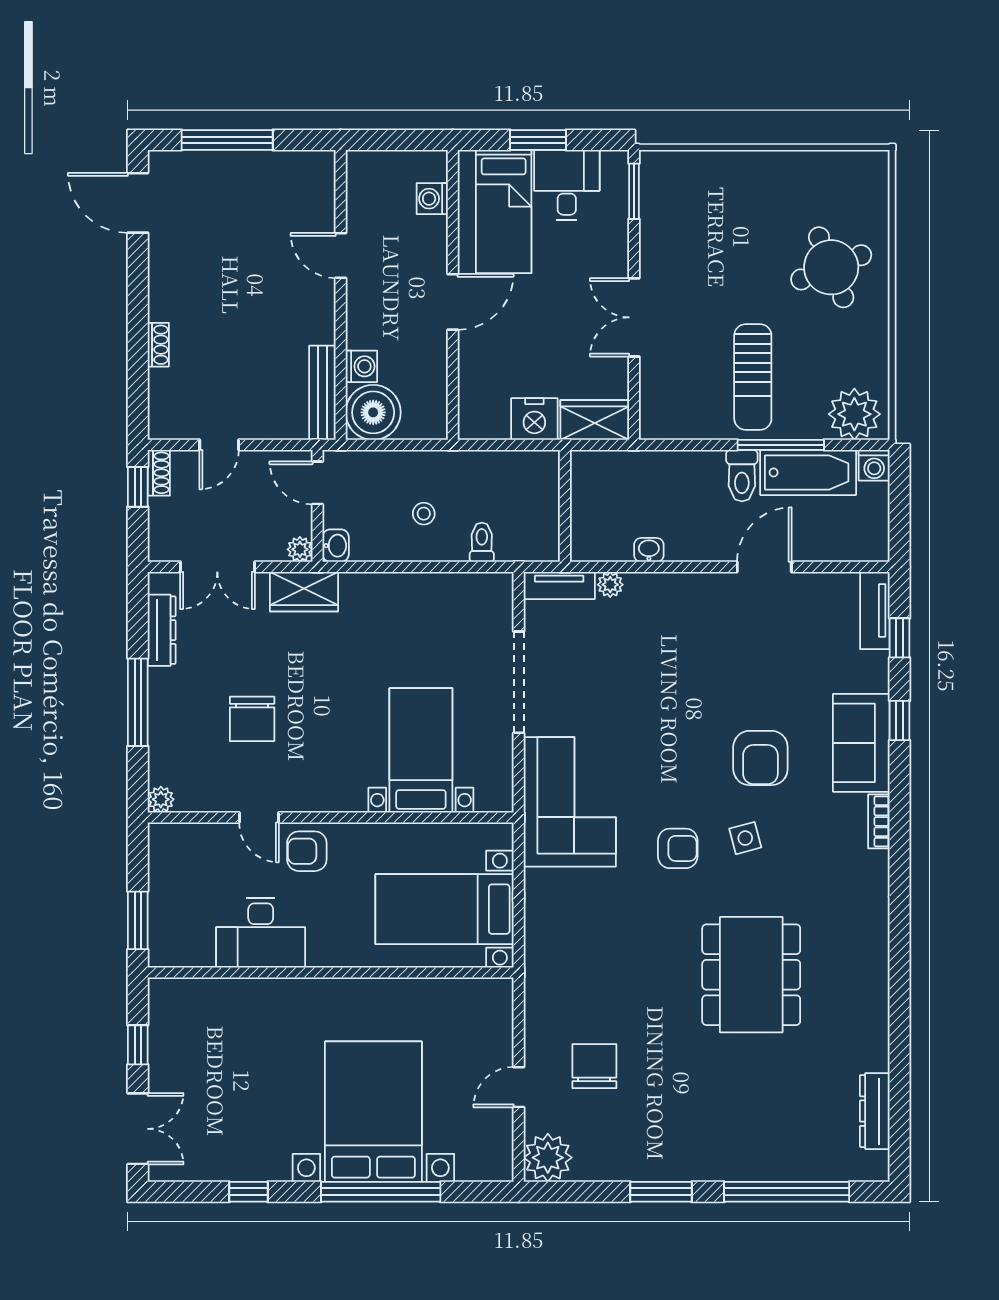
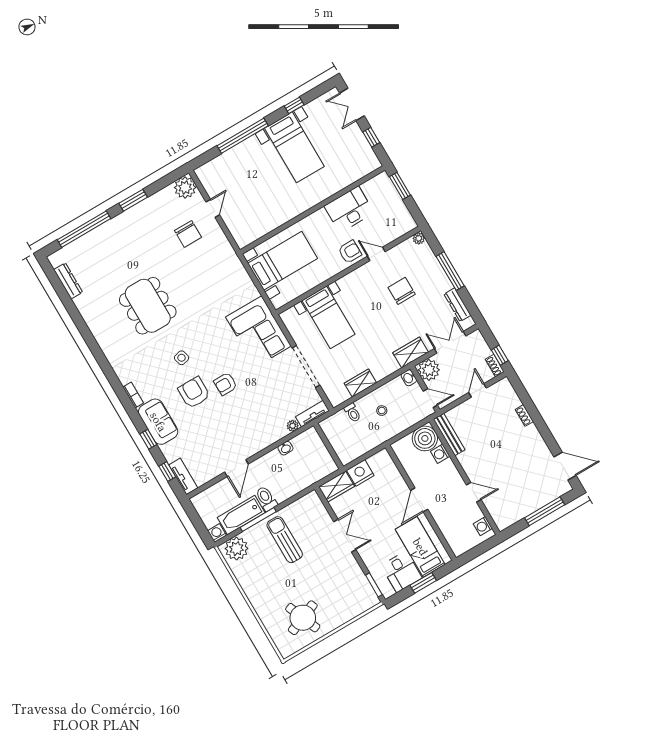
washing machine: (432, 199) -> (483, 526), moved, turned 180
round table: (831, 267) -> (303, 618), moved
plant: (300, 549) -> (429, 370), width x1.88, depth x1.88
wardrobe: (434, 590) -> (360, 383), added
armchair: (678, 848) -> (225, 384), moved
bed with nightstands: (373, 1112) -> (294, 147), moved, width x0.73

